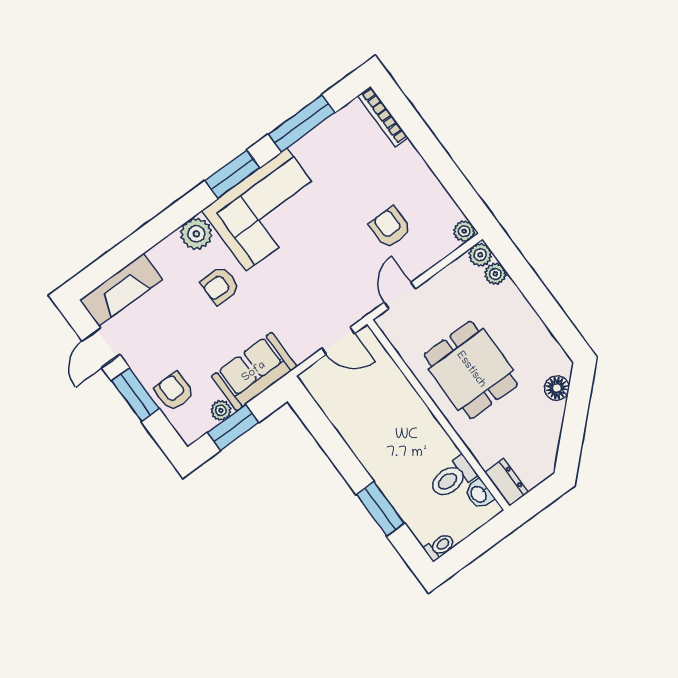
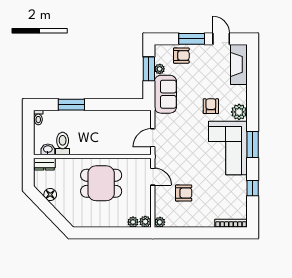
window: (302, 123) -> (253, 188), width x0.46
floor lamp: (557, 388) -> (50, 194), moved

